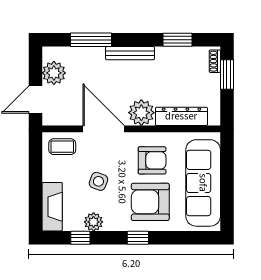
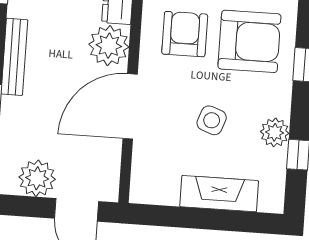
coffee table: (62, 147) -> (153, 173), removed
armchair: (150, 202) -> (249, 41), turned -90
fireplace: (52, 207) -> (219, 194), moved

